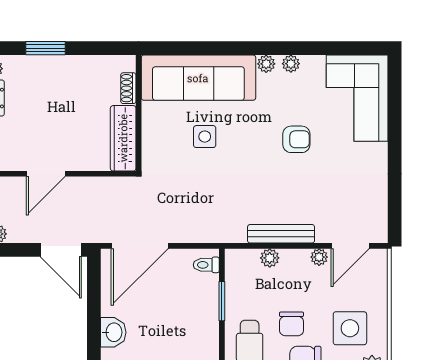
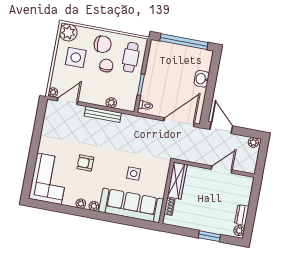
plant: (319, 257) -> (53, 92), moved

